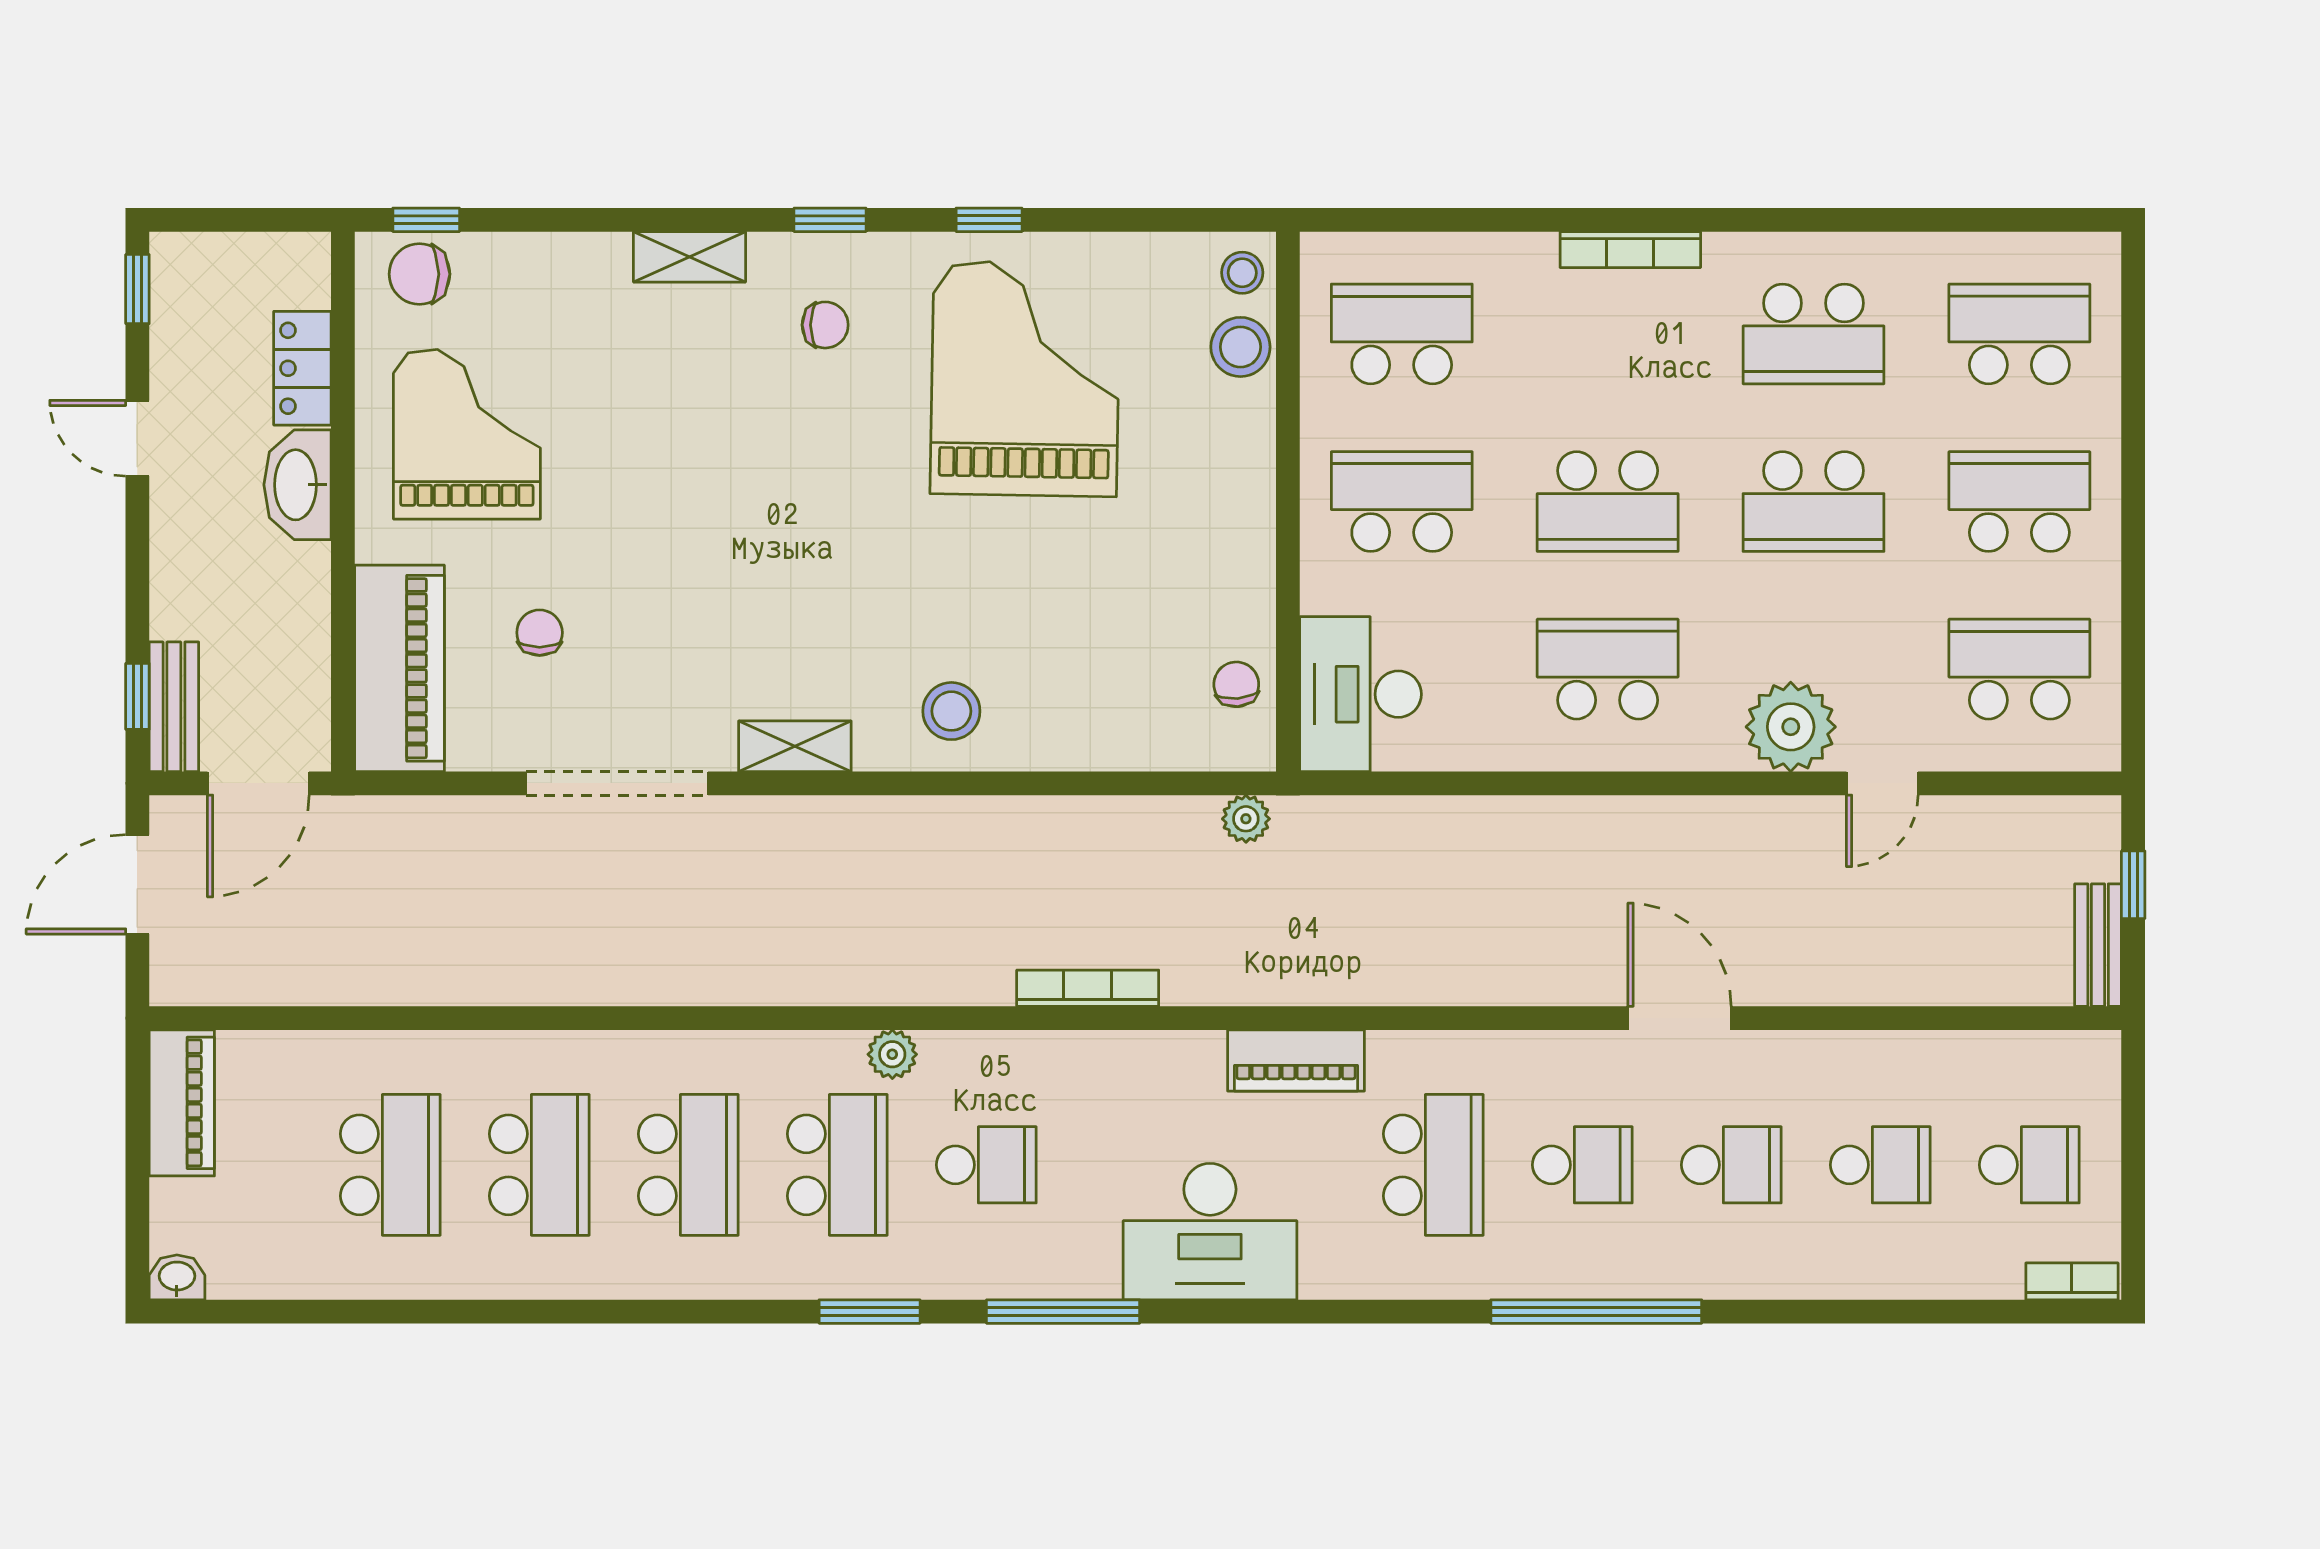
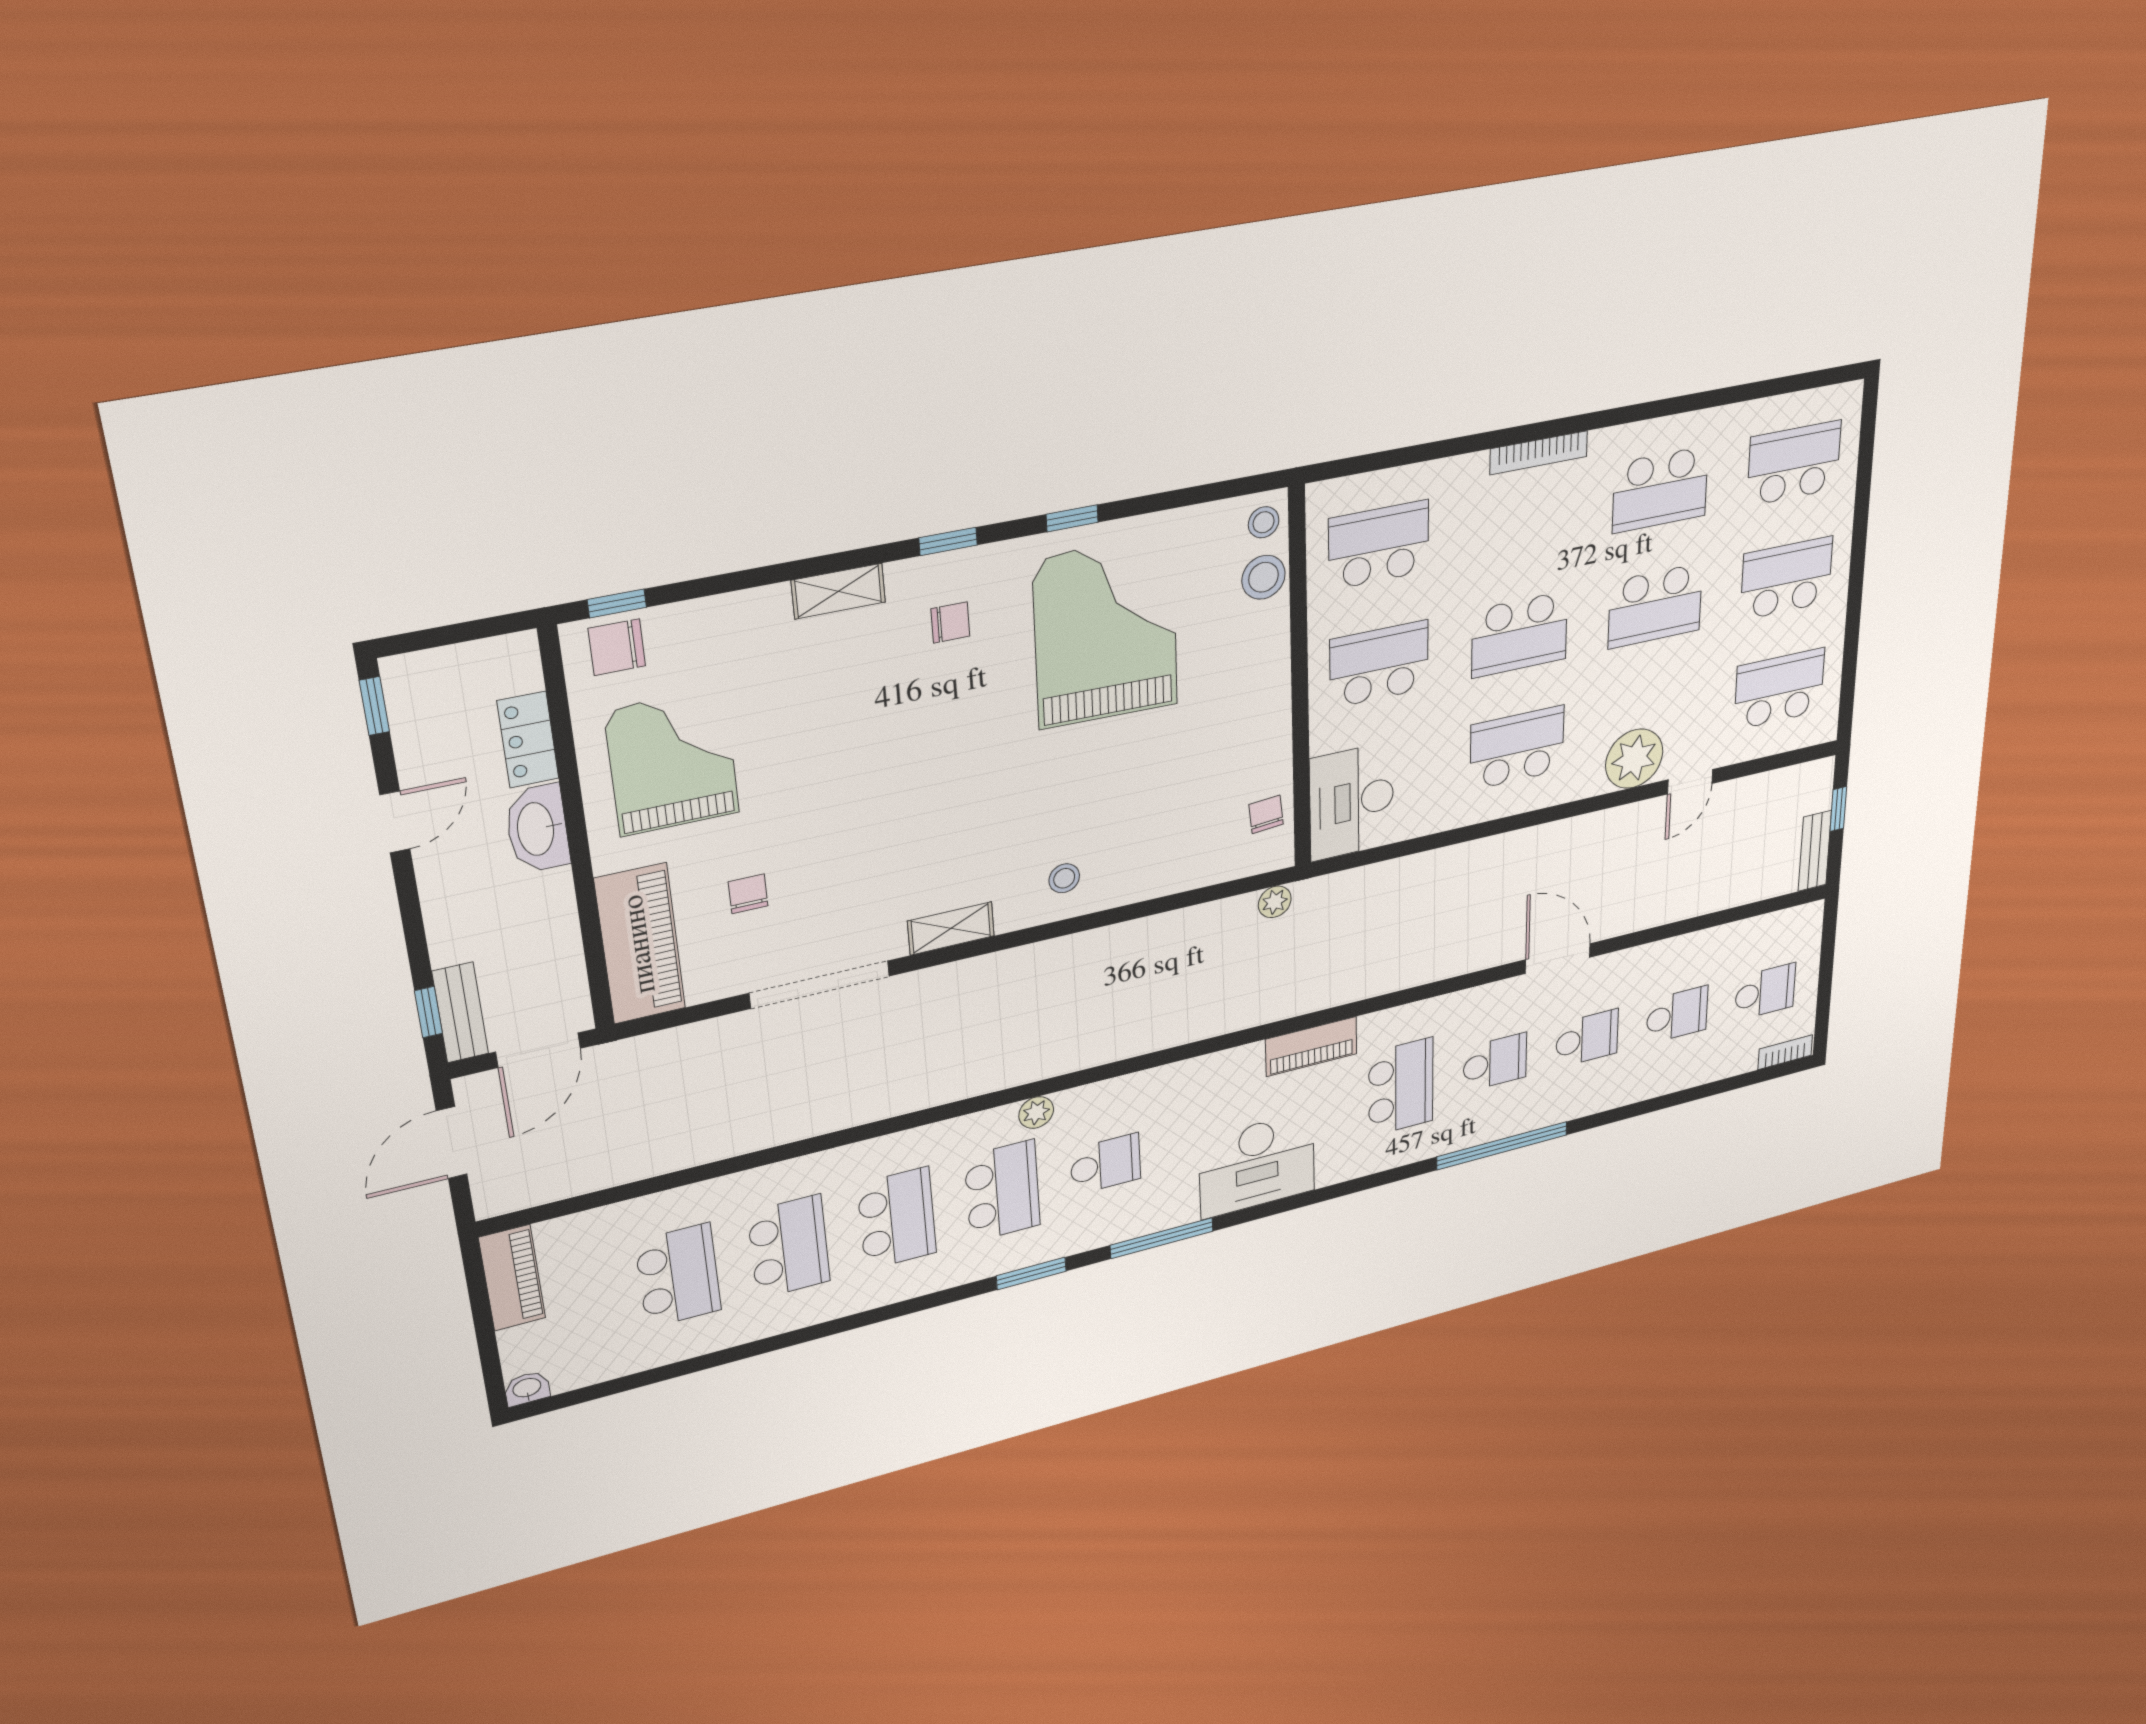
door: (137, 438) -> (395, 822), swing flipped
stool: (951, 711) -> (1064, 878), width x0.73, depth x0.73
bookcase: (1088, 988) -> (1170, 1037), removed

